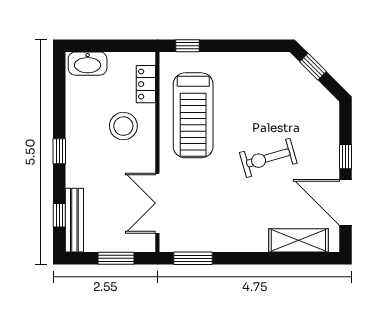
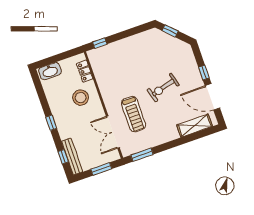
treadmill: (193, 115) -> (134, 114), moved, width x0.73, depth x0.73

